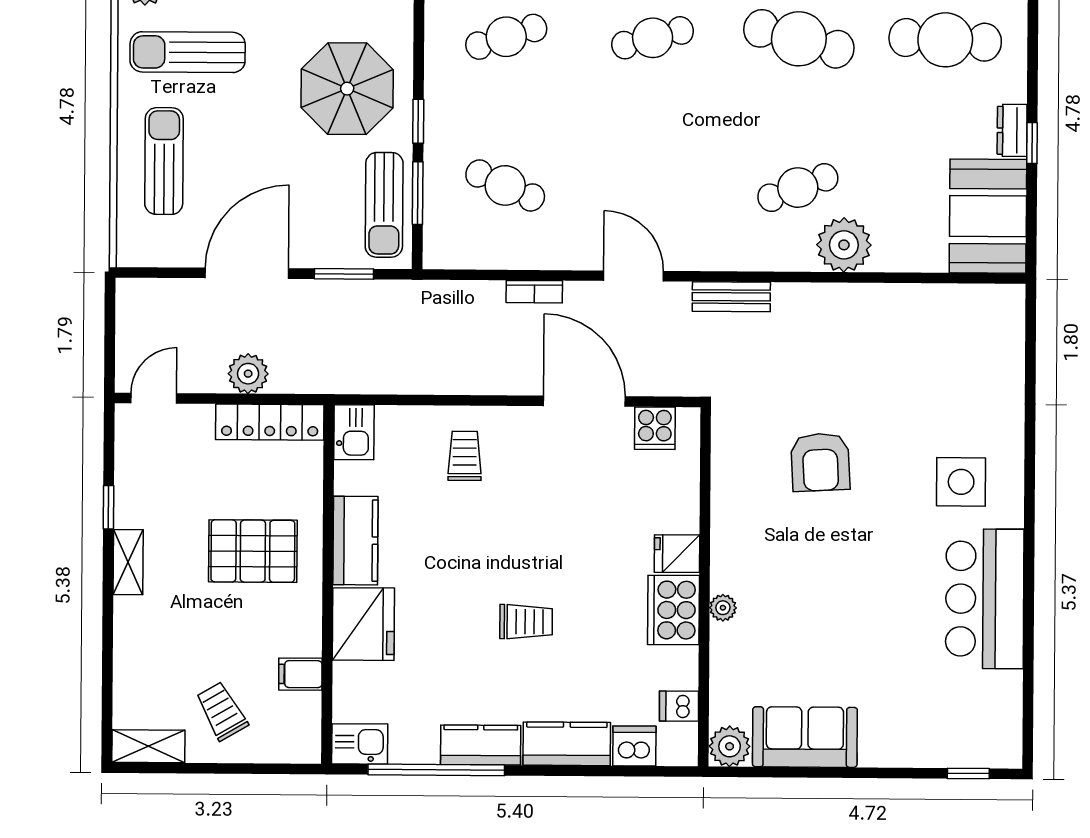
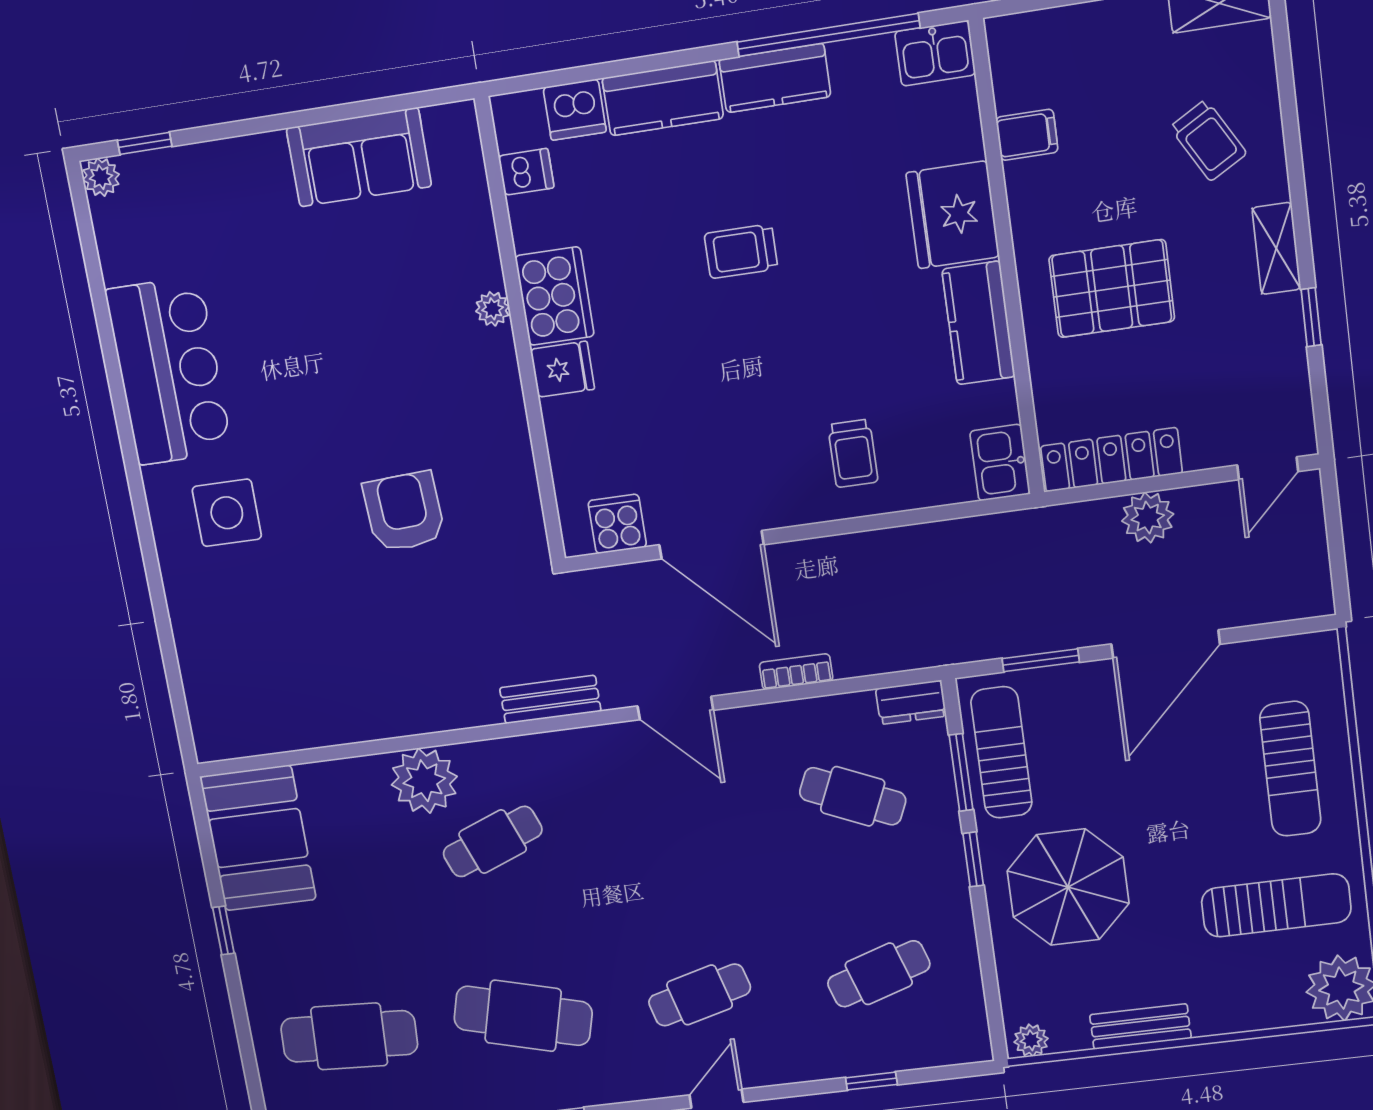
dresser: (1012, 130) -> (911, 702), moved, turned 90
trolley: (222, 711) -> (1208, 140), moved
plant: (730, 746) -> (101, 177), moved, width x0.73, depth x0.73

